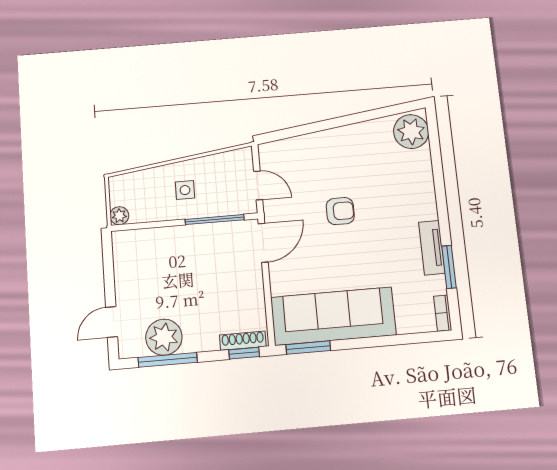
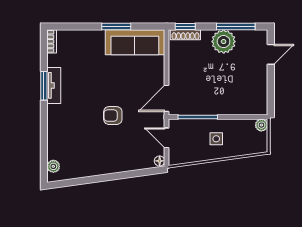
plant: (411, 132) -> (53, 166), width x0.53, depth x0.53
floor lamp: (266, 151) -> (160, 161), added
window: (449, 267) -> (44, 86), moved
sofa: (333, 316) -> (135, 42), width x0.74, depth x0.79
plant: (164, 337) -> (224, 42), moved
window: (308, 348) -> (116, 27), moved

